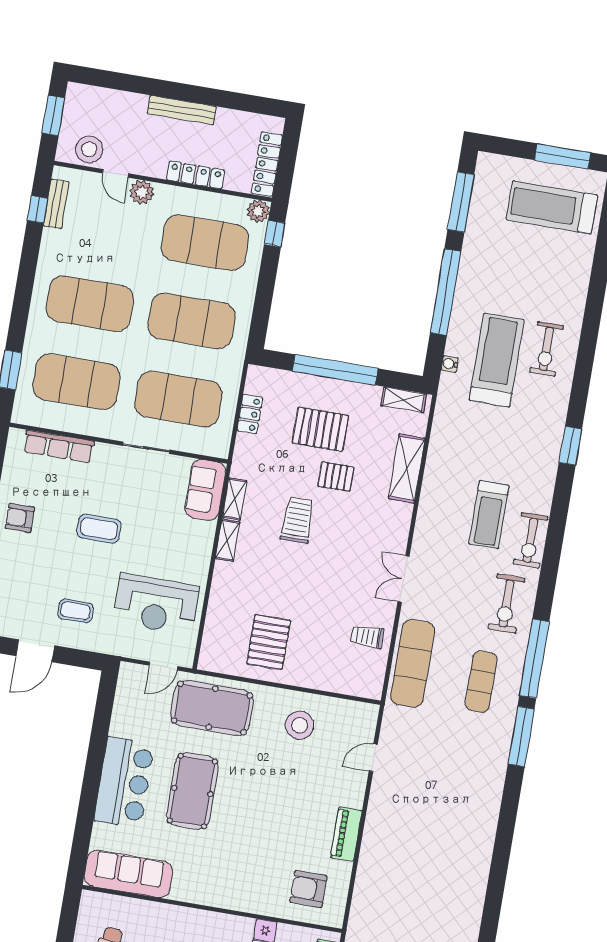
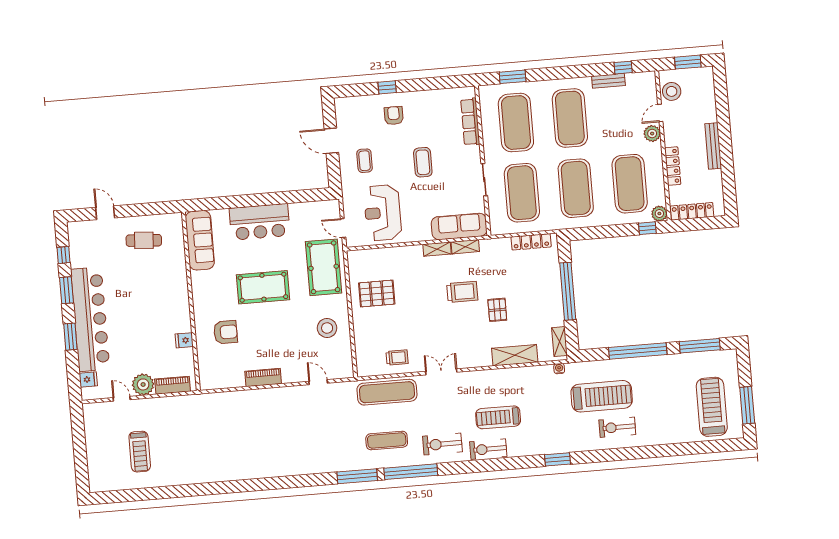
bench: (56, 204) -> (608, 81), moved
water cooler: (450, 364) -> (559, 369), moved
locker: (250, 414) -> (531, 242), width x1.53
pallet: (320, 429) -> (526, 291), removed
sofa: (205, 490) -> (459, 226), width x1.36
armchair: (20, 518) -> (394, 116), moved
trolley: (367, 636) -> (397, 358), turned 90
pool table: (192, 791) -> (263, 287), moved
armchair: (308, 889) -> (225, 332), moved, turned 90

